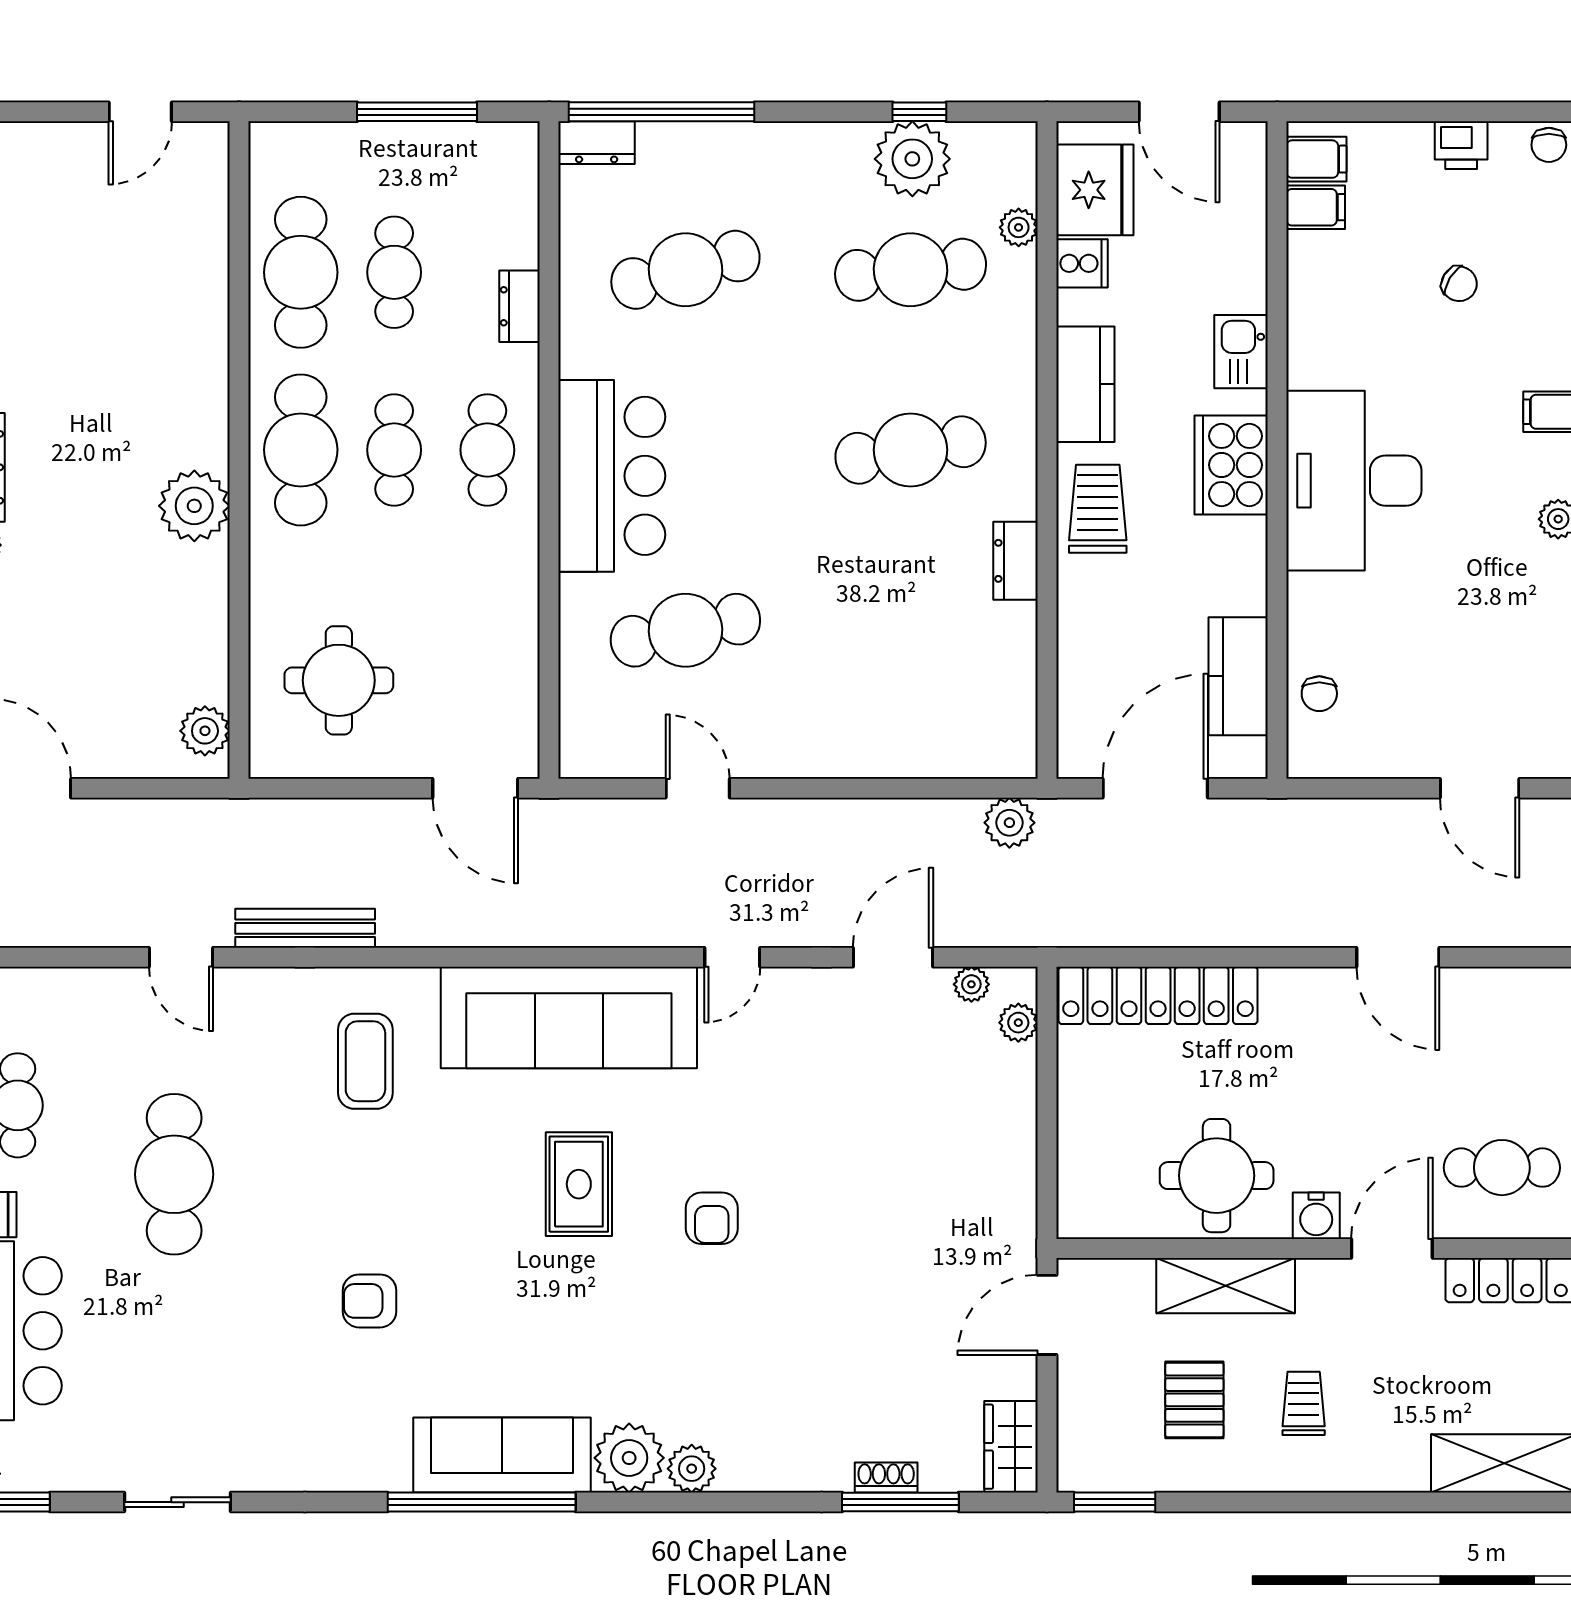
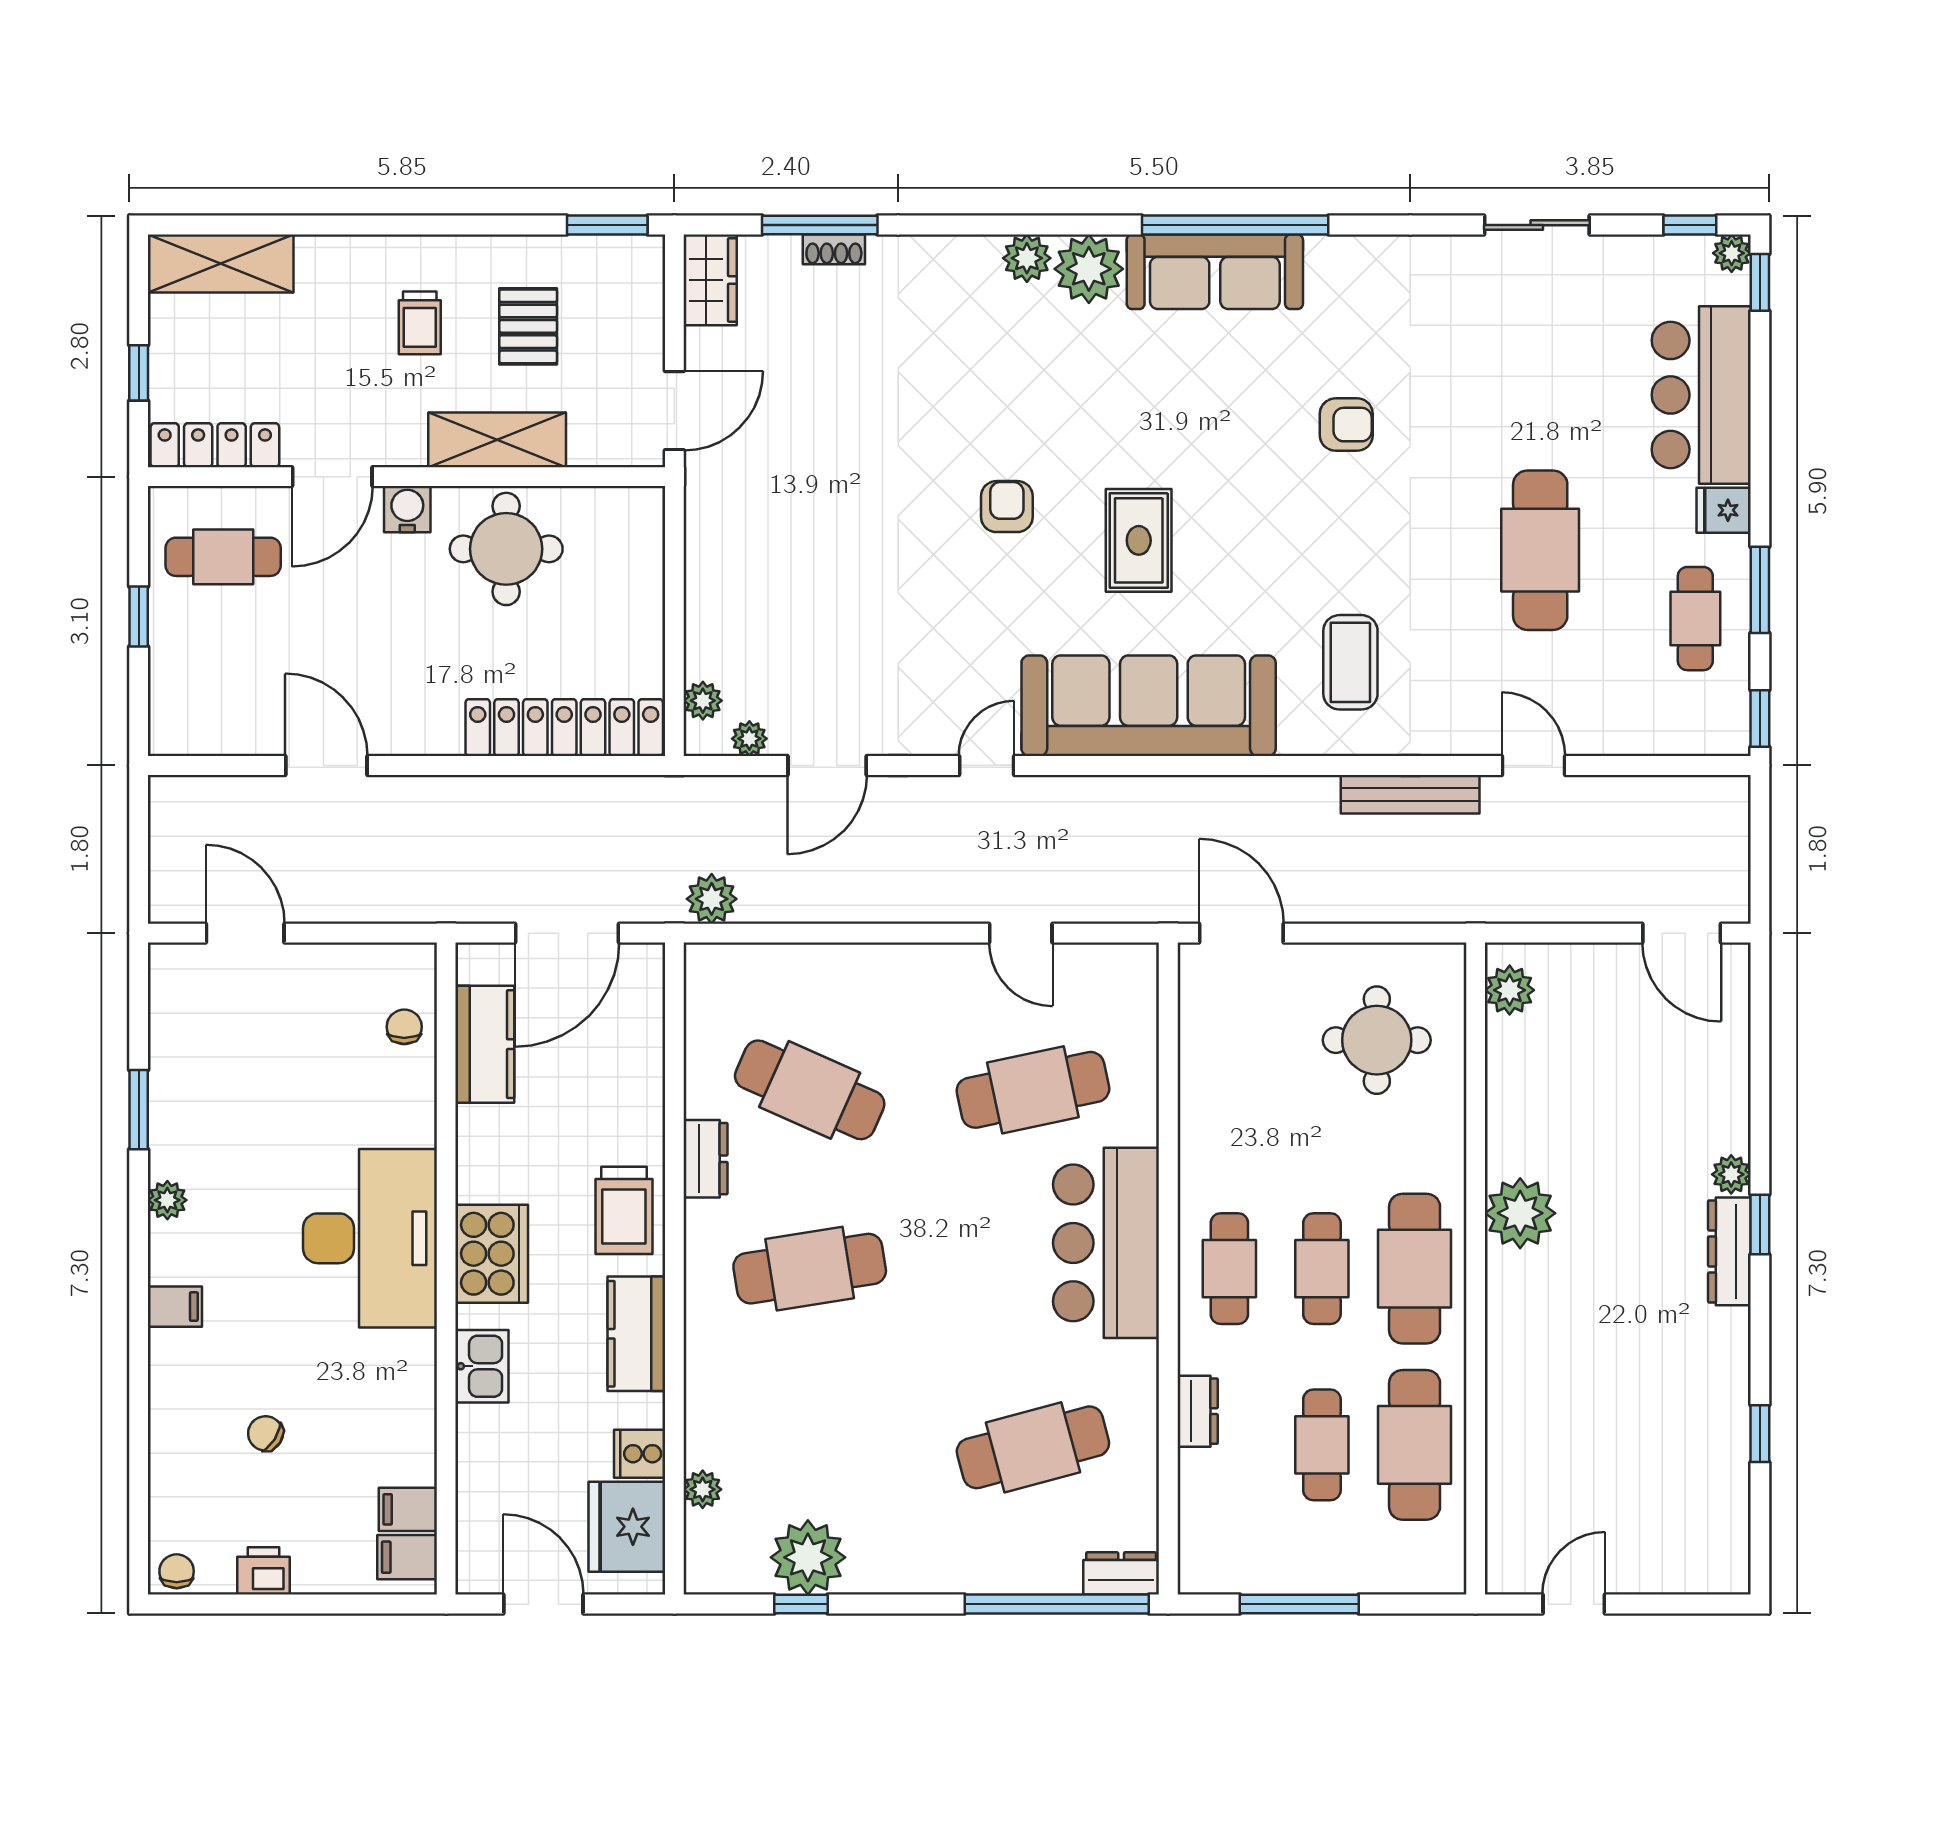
cafe table: (911, 270) -> (810, 1090), moved, turned 30

